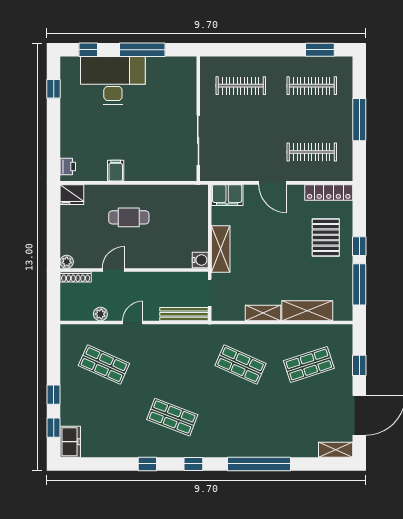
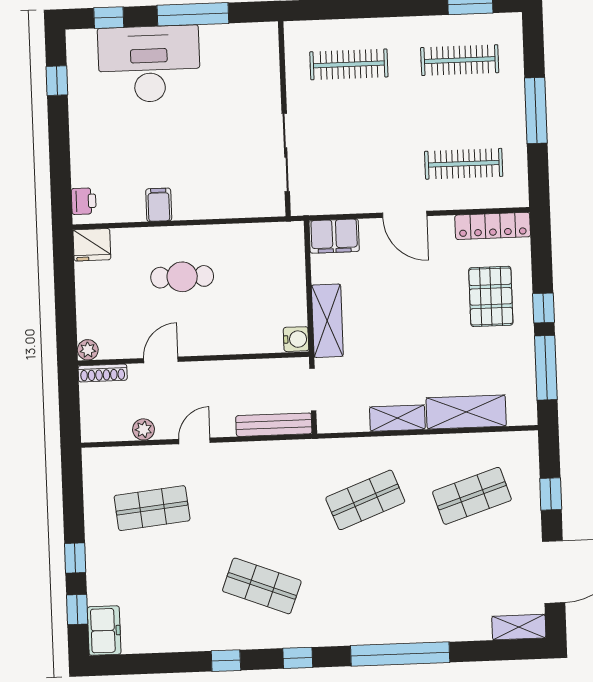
shop shelf: (104, 365) -> (152, 508), turned -30
shop shelf: (241, 365) -> (365, 500), turned -45

